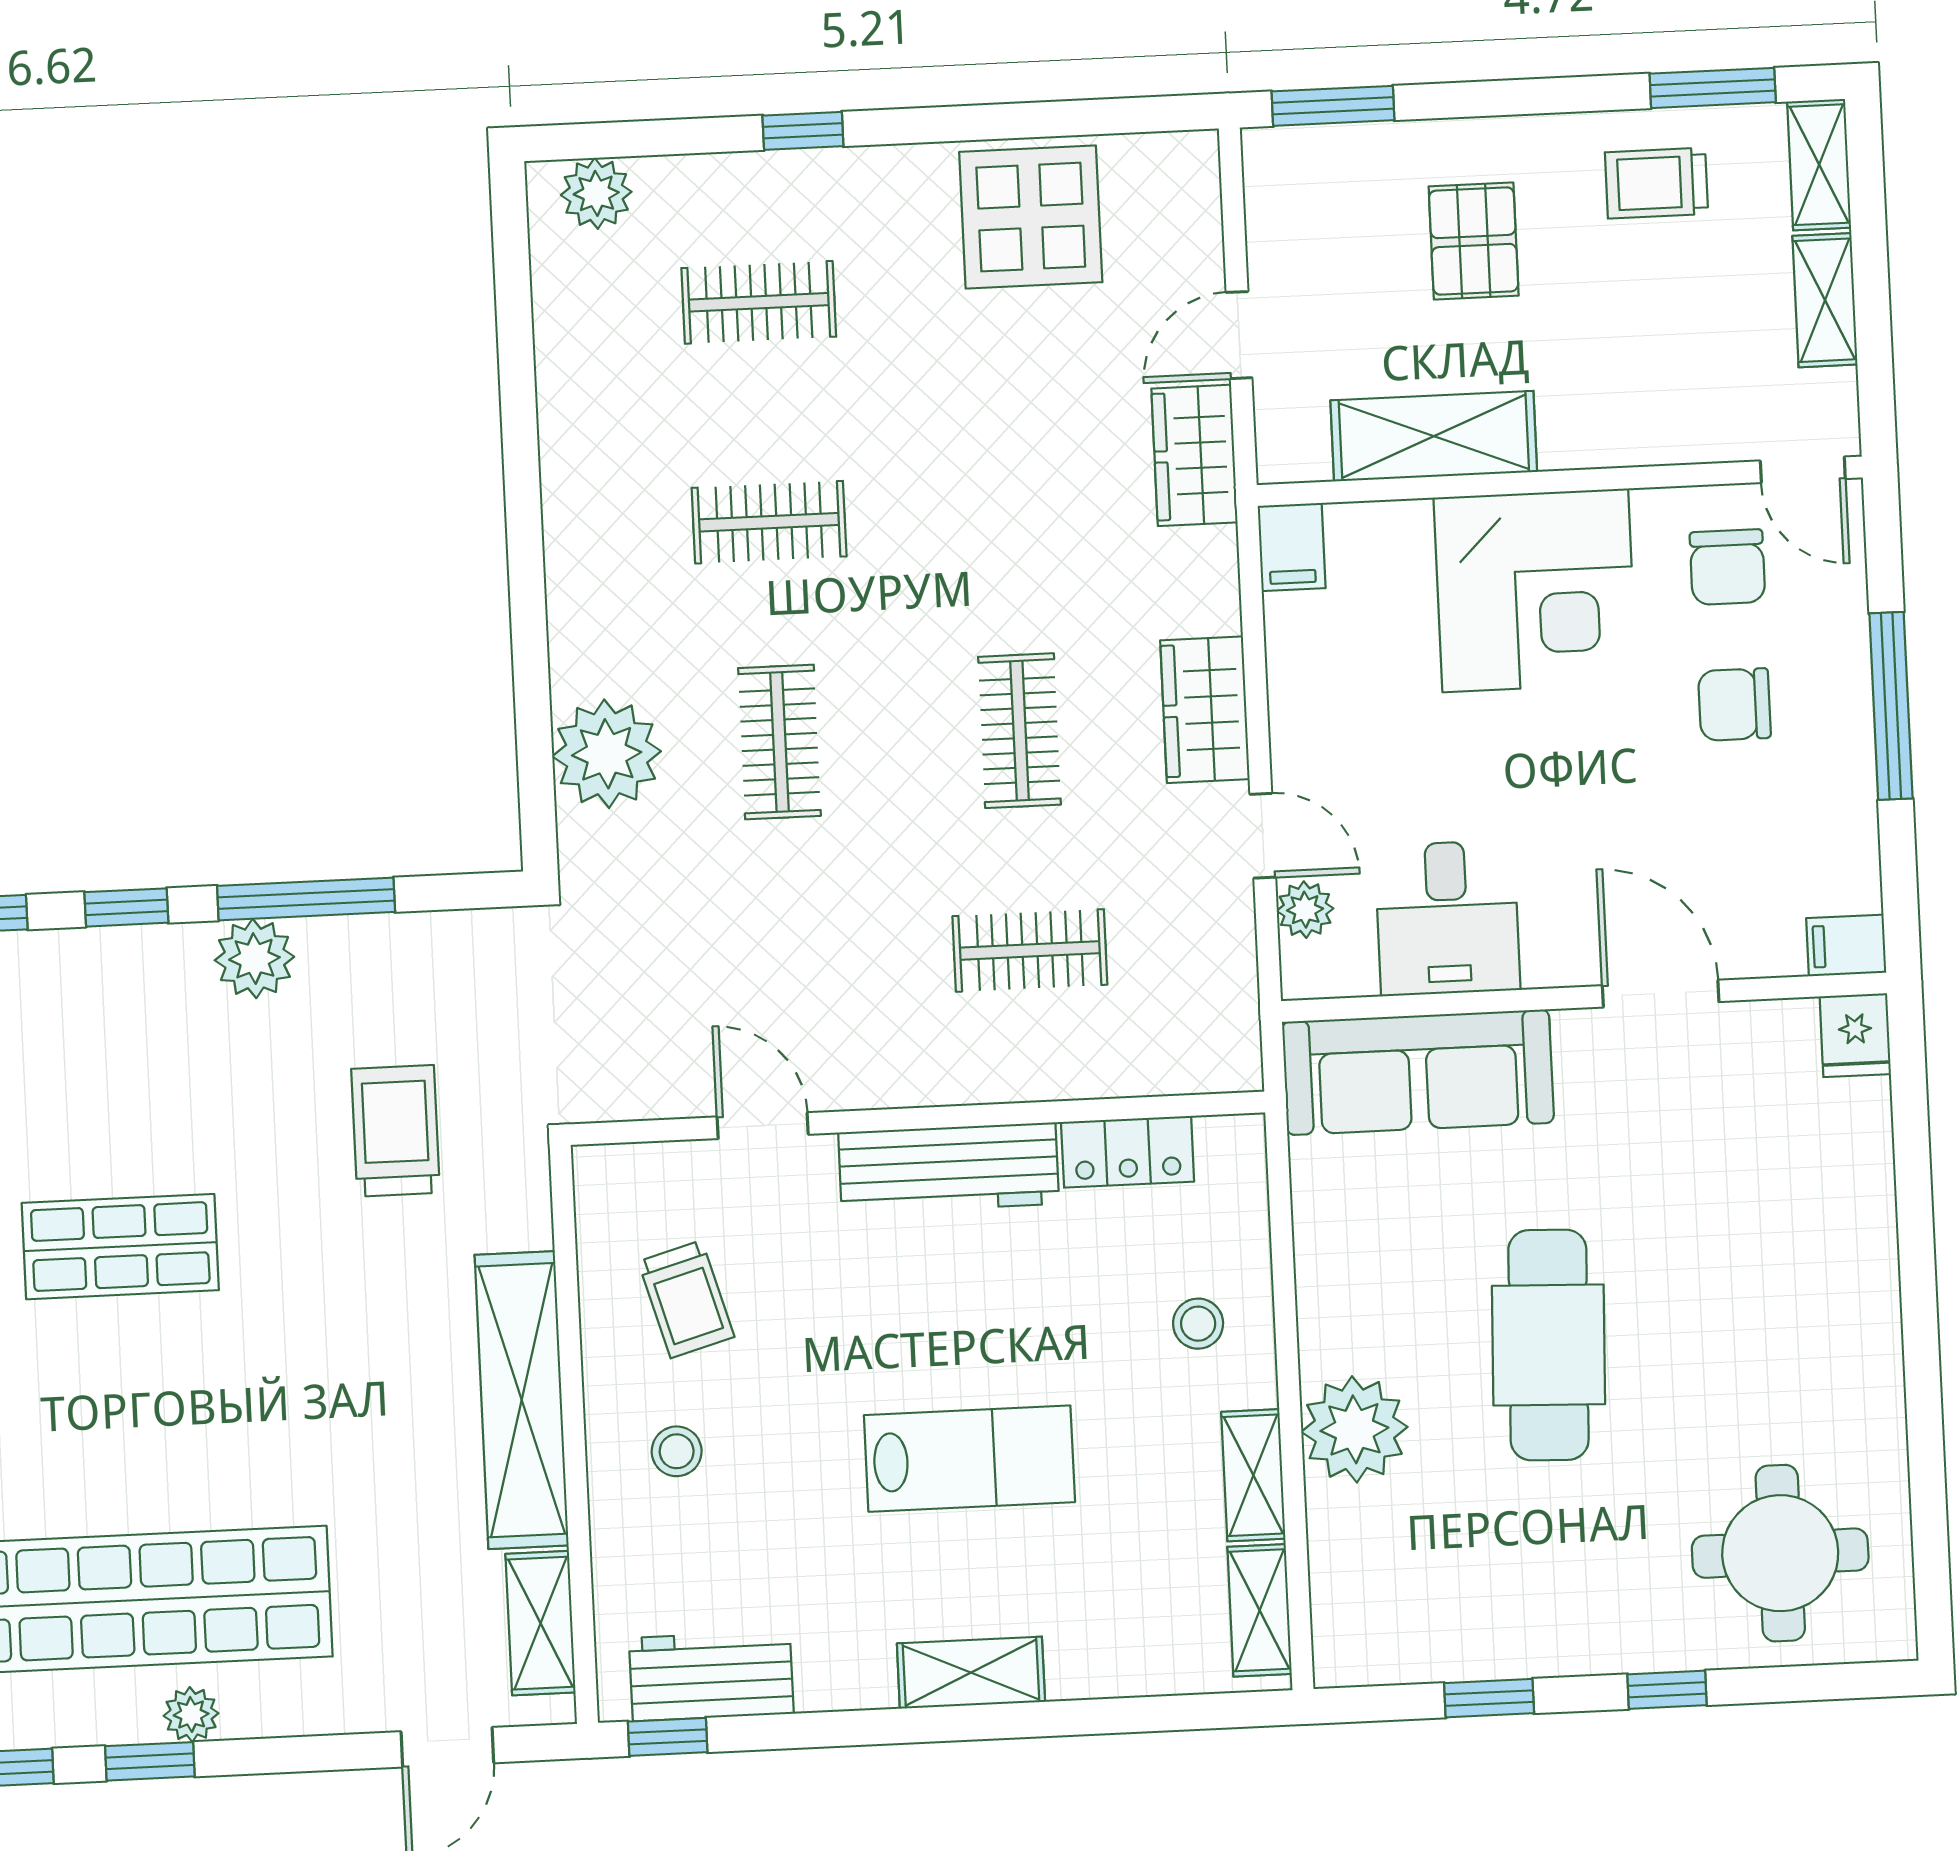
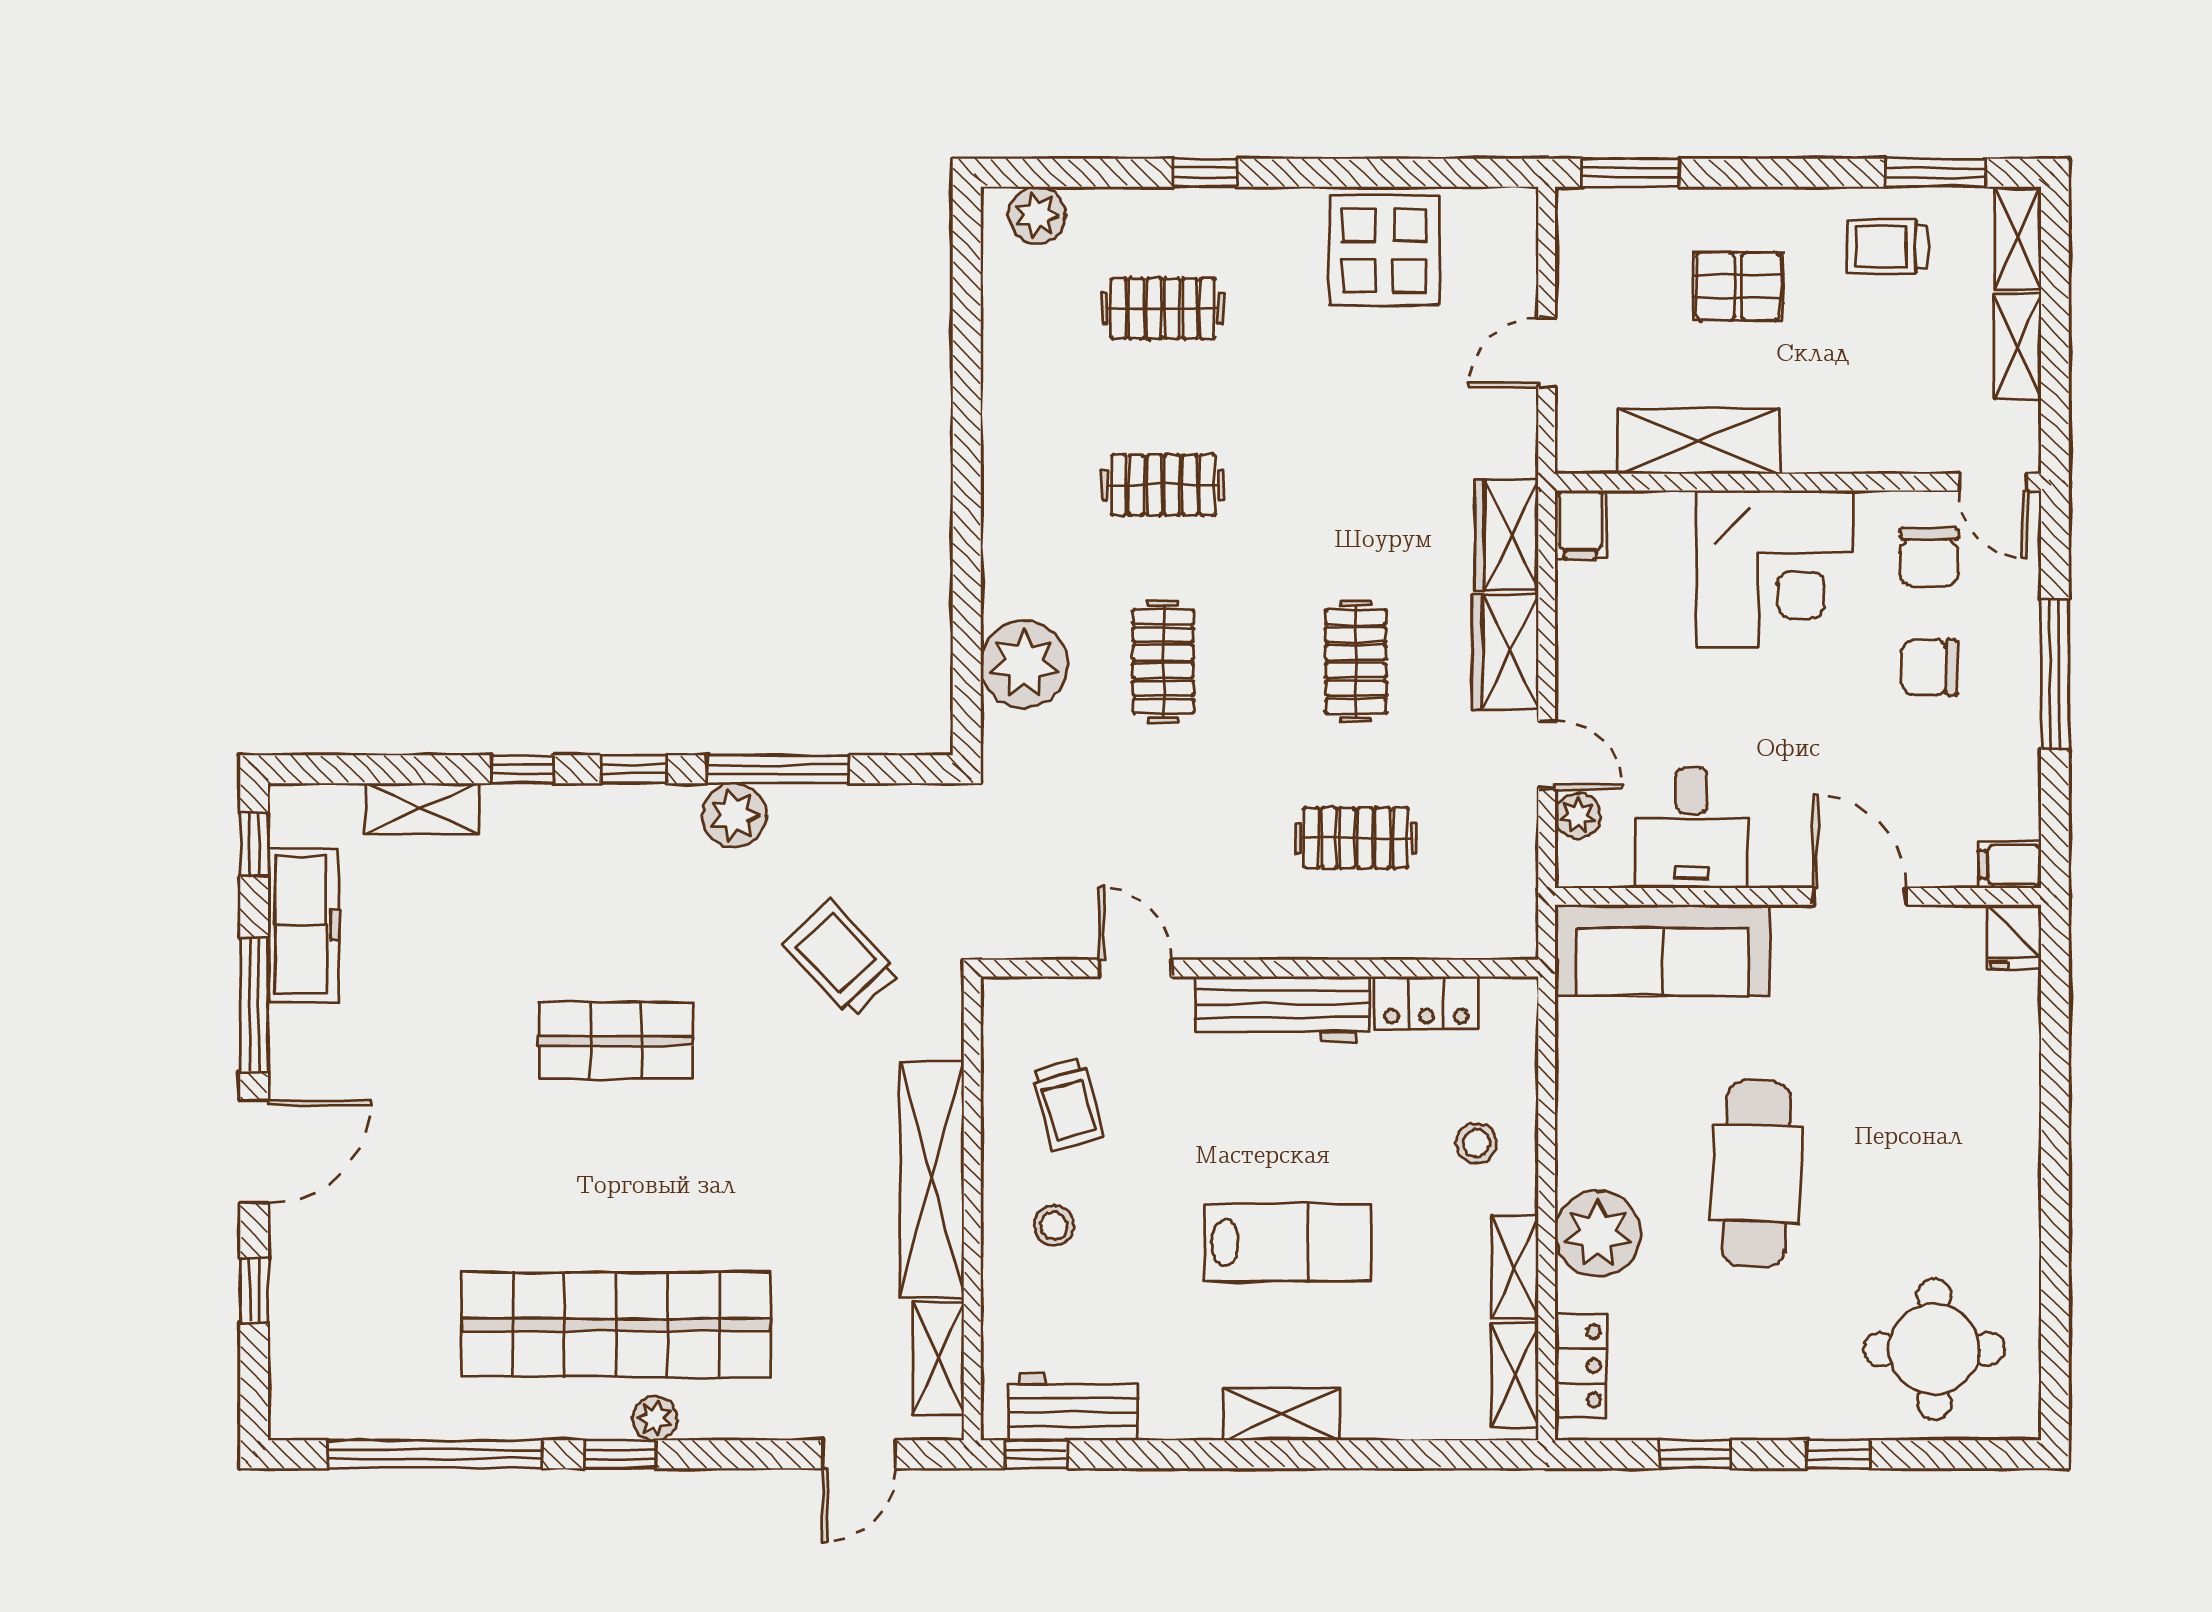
pallet: (1474, 241) -> (1738, 286), turned 90
wardrobe: (1194, 455) -> (1506, 535), moved
trolley: (396, 1131) -> (841, 958), turned -43
locker: (1341, 1595) -> (1581, 1366), added

